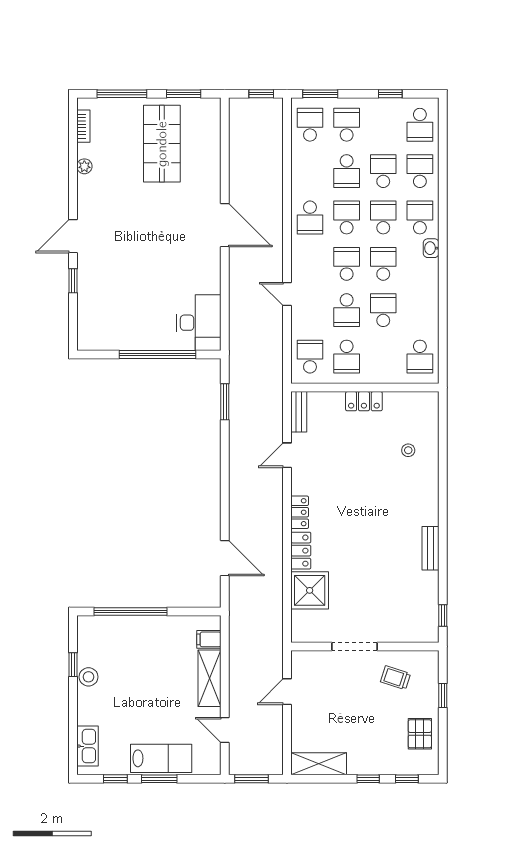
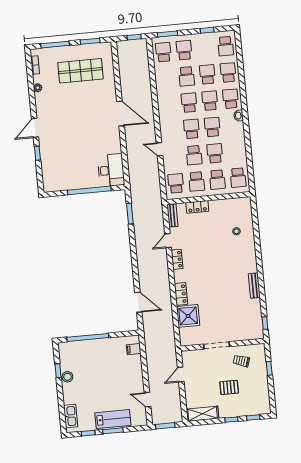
shop shelf: (162, 144) -> (80, 71), turned 90
school desk: (310, 217) -> (217, 180), moved
locker: (364, 401) -> (197, 207), moved
locker: (300, 512) -> (177, 259), moved
shelving: (210, 678) -> (136, 371), removed
pallet: (420, 734) -> (229, 387), moved, turned 90

